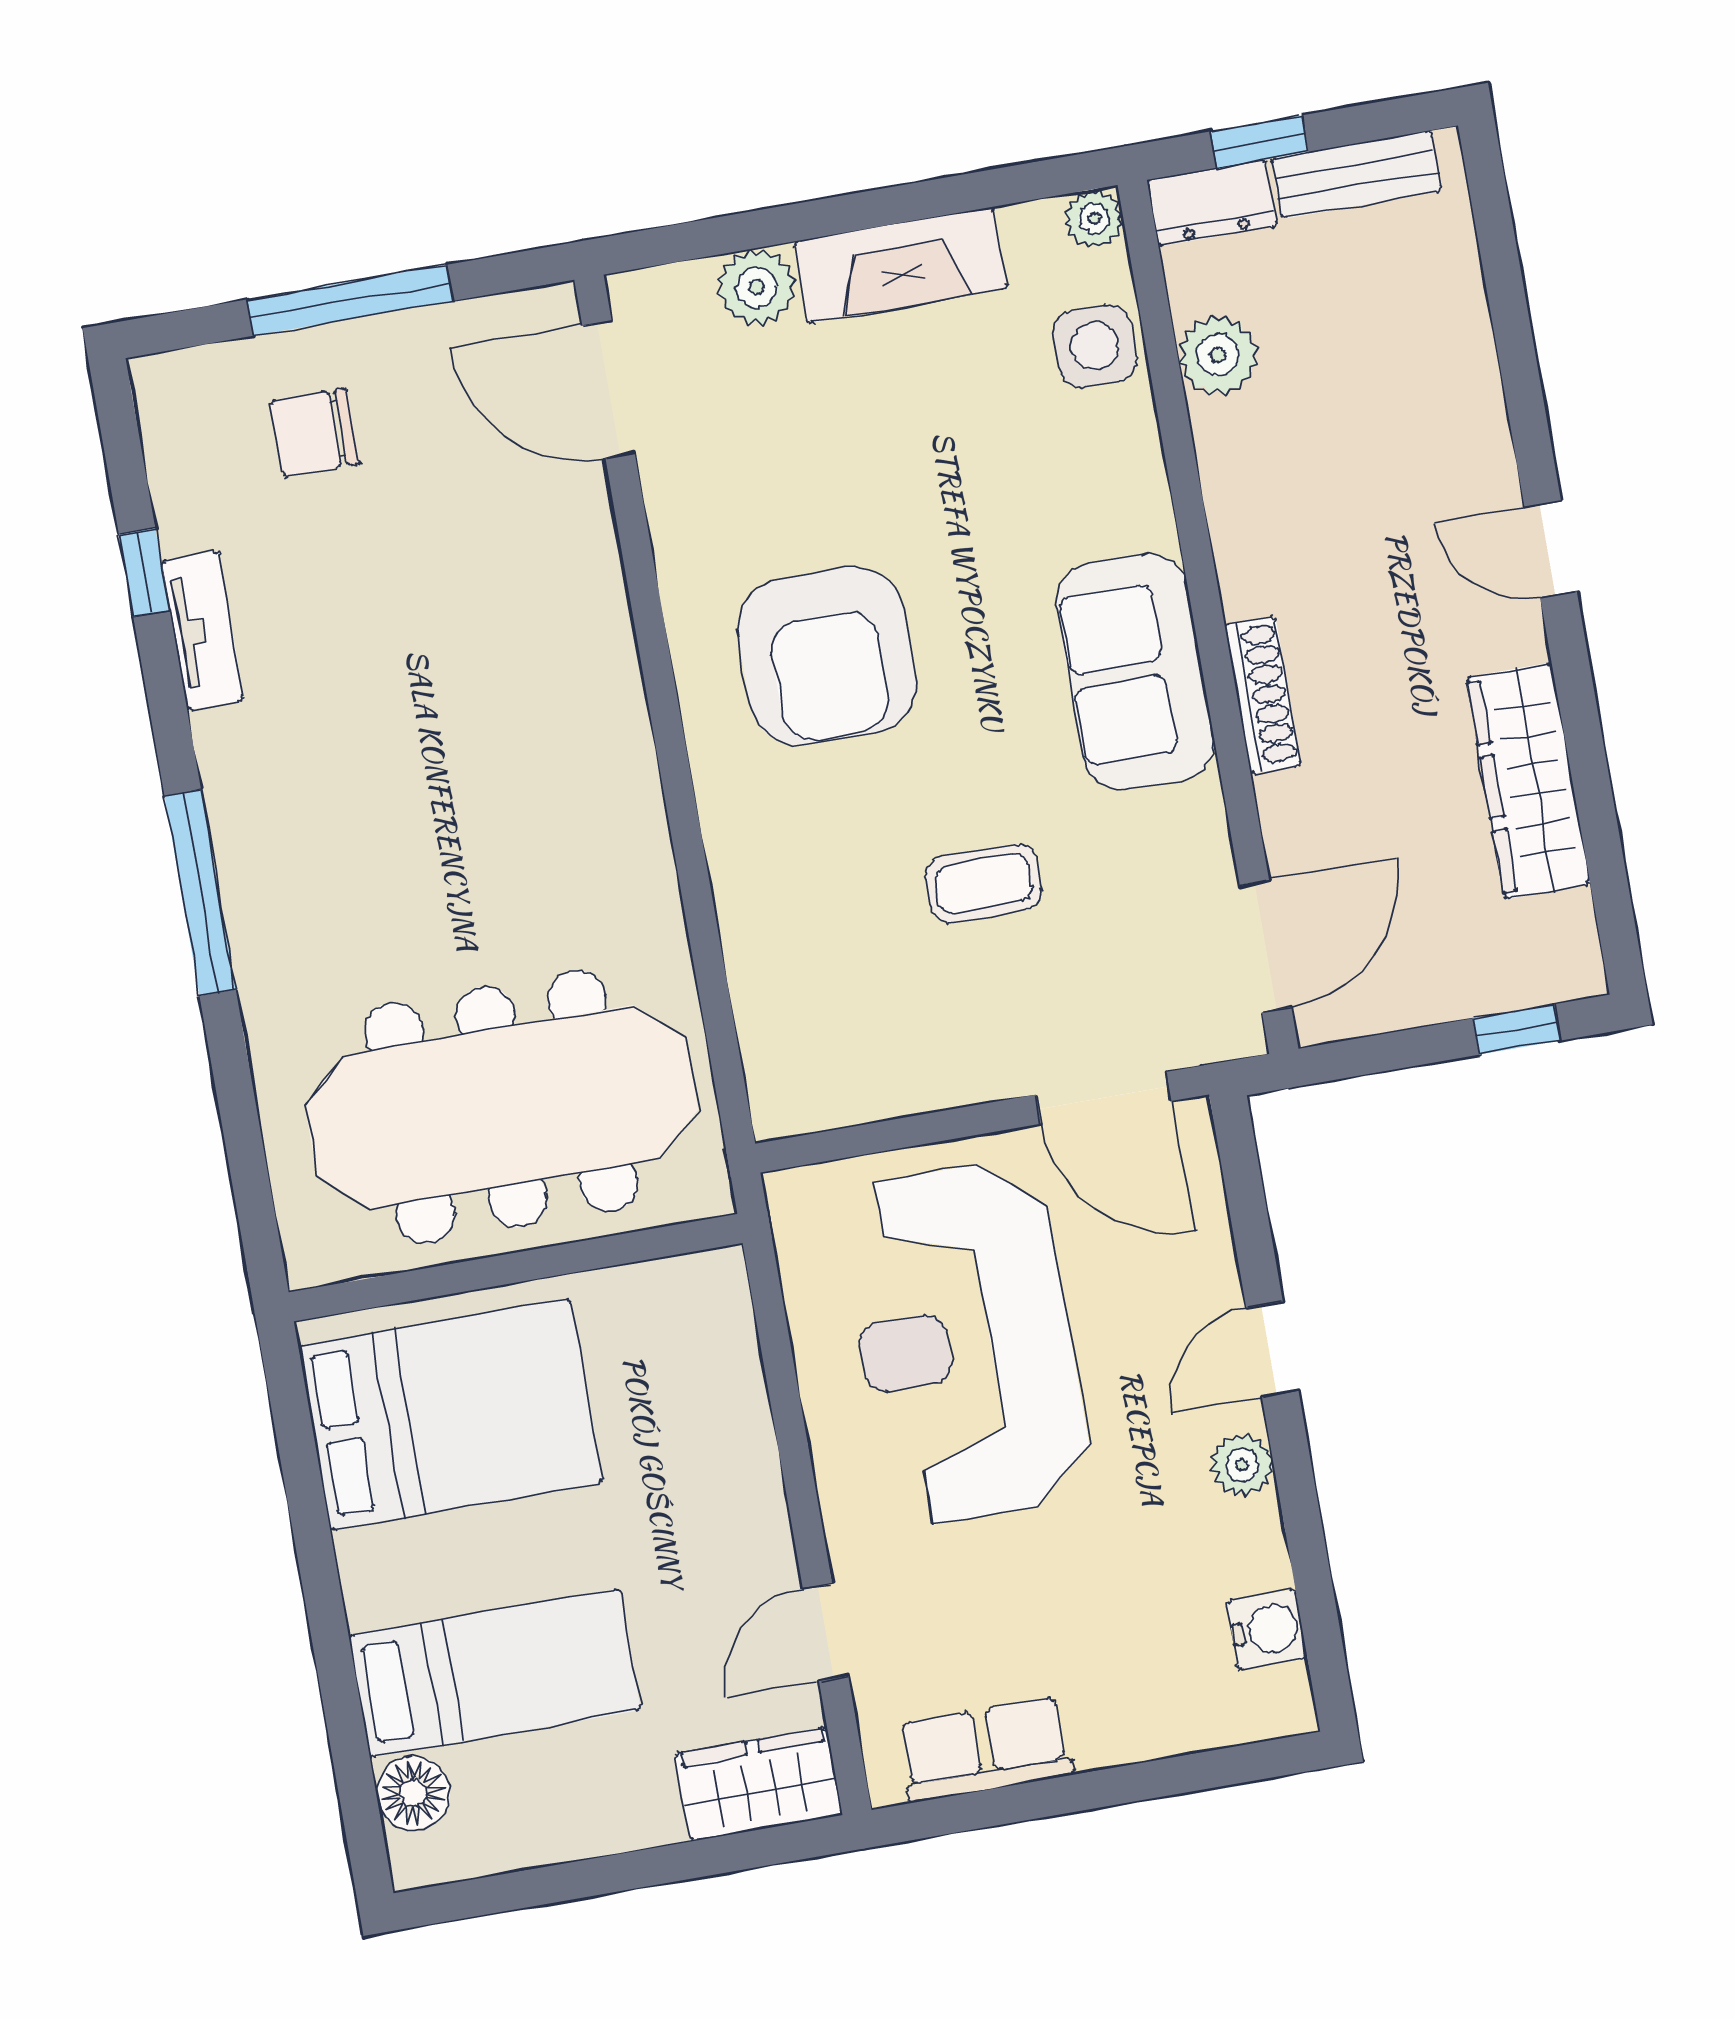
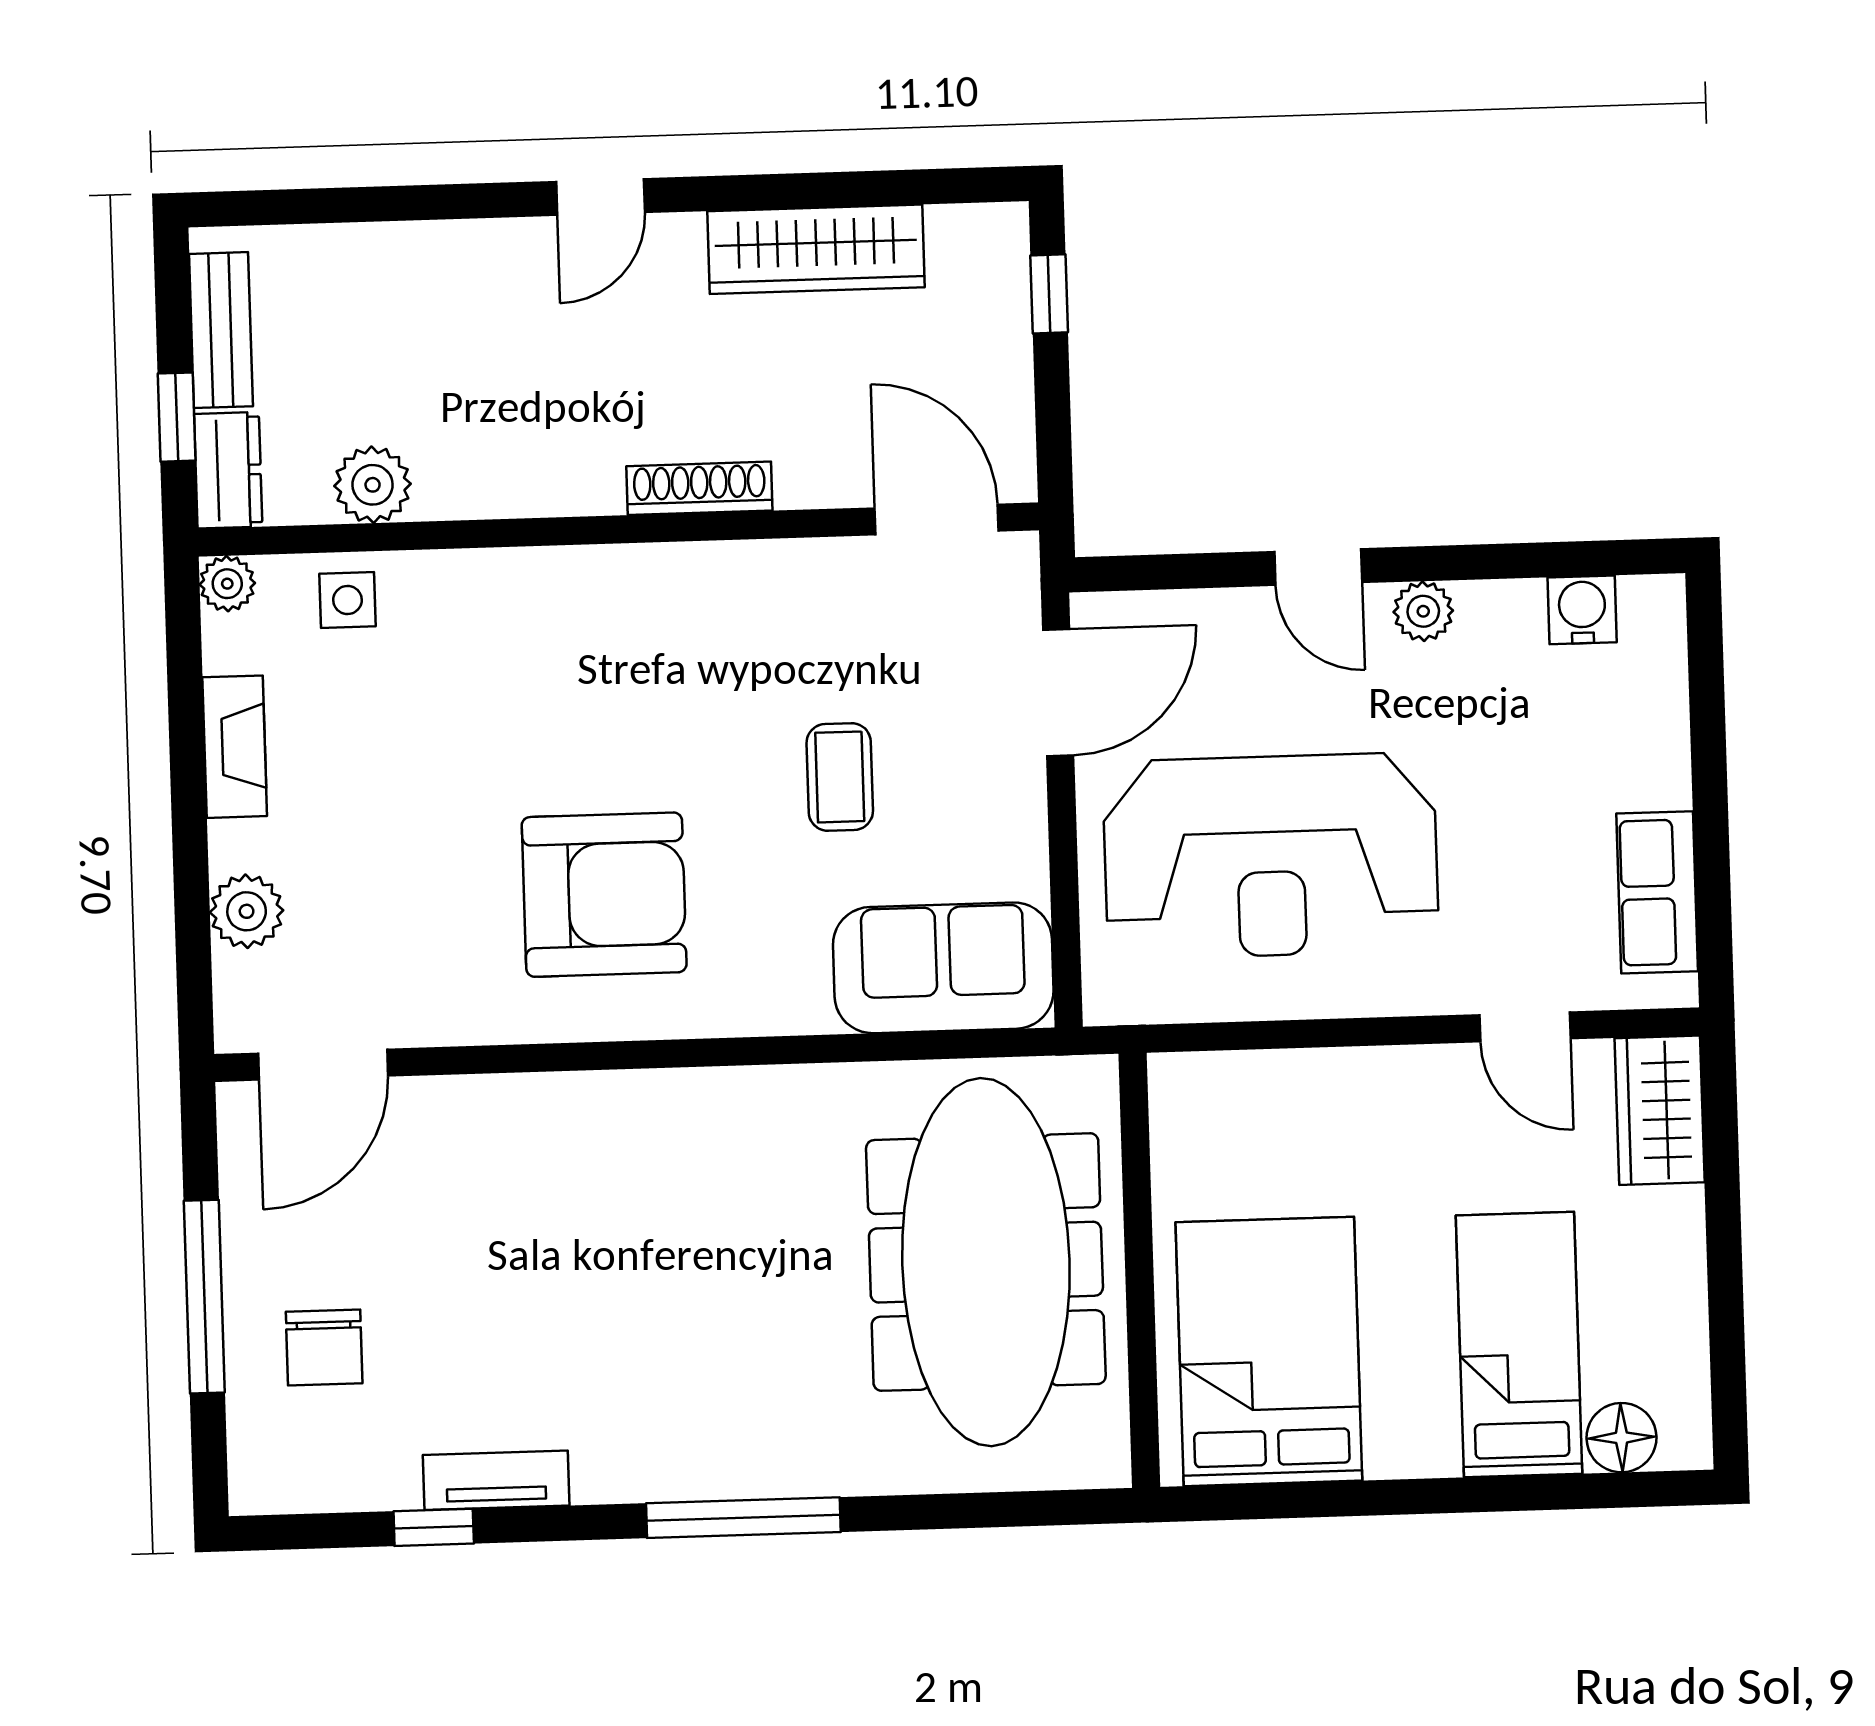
fireplace: (901, 265) -> (235, 747), width x0.73, depth x0.76
side table: (1095, 346) -> (348, 600), width x0.73, depth x0.73
sofa: (1135, 672) -> (943, 968), moved, turned 180

